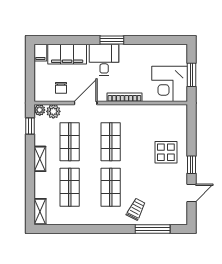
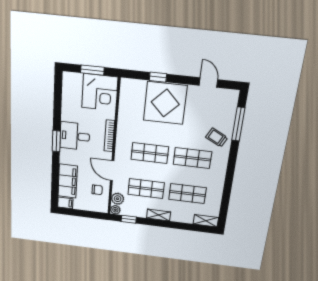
desk: (104, 60) -> (75, 136), moved
display table: (166, 152) -> (165, 103), width x1.86, depth x1.86
window: (191, 165) -> (158, 77), moved

